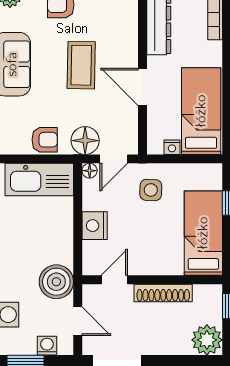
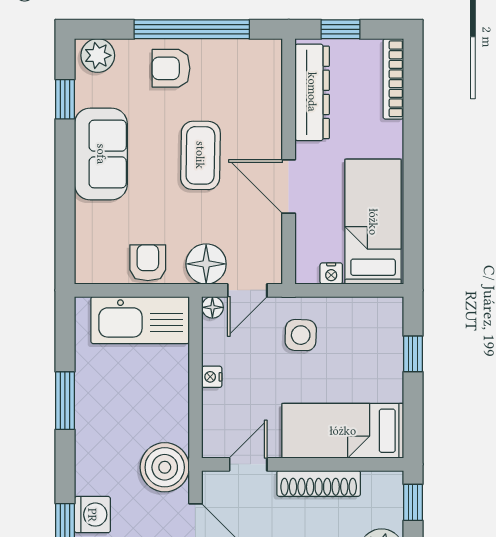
armchair: (45, 140) -> (148, 263), turned -90
nightstand: (95, 226) -> (212, 377), width x0.53, depth x0.56
bed: (203, 233) -> (343, 431), moved, turned -90

